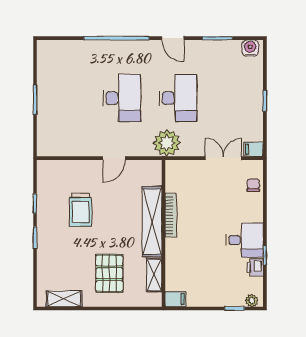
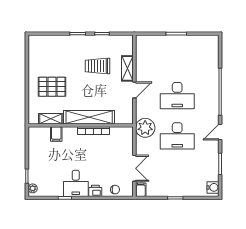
door: (114, 158) -> (134, 90), swing flipped
printer: (255, 267) -> (95, 191), moved
shelving: (64, 299) -> (127, 68), moved
filing cabinet: (175, 299) -> (56, 134), moved

